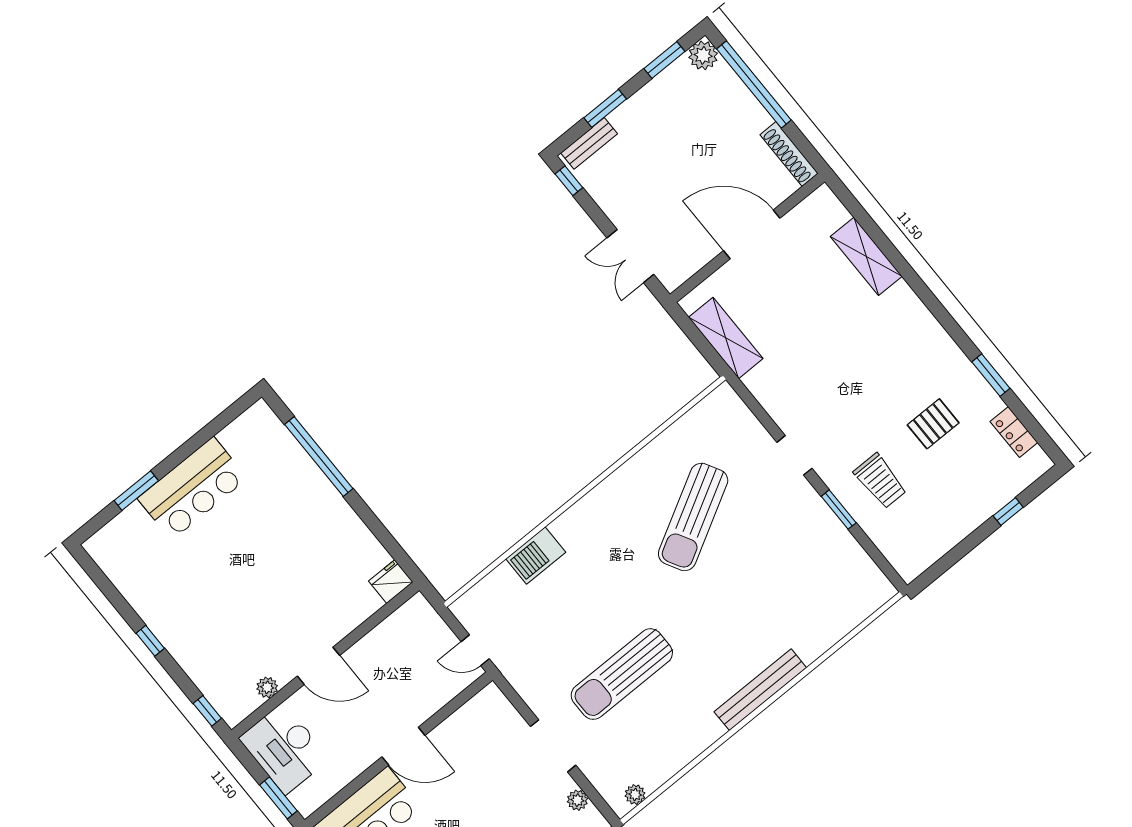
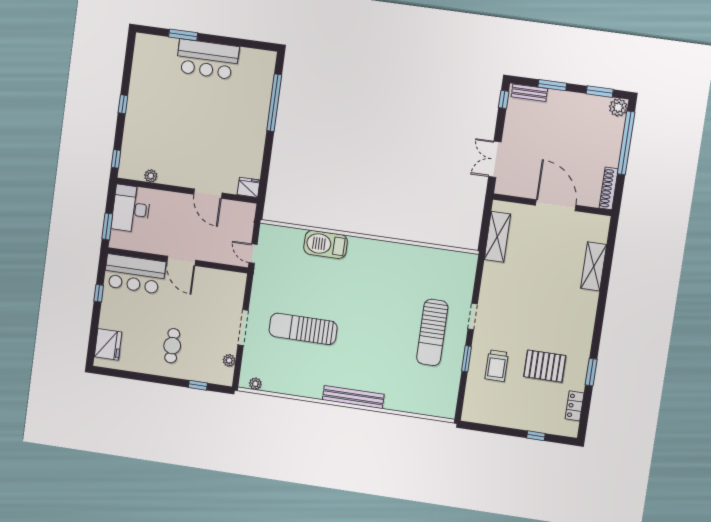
pallet: (933, 424) -> (545, 366), width x1.50, depth x1.42
sun lounger: (693, 517) -> (432, 332), moved, turned -61
barbecue: (536, 556) -> (326, 244), width x1.37, depth x1.21
door: (318, 666) -> (208, 194), moved

